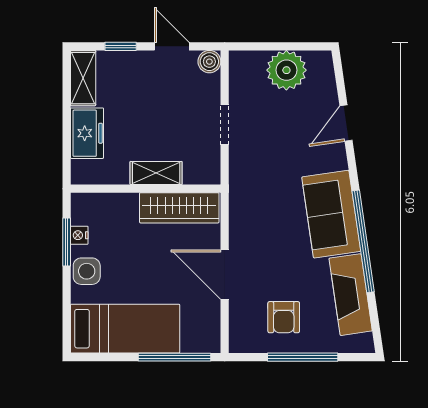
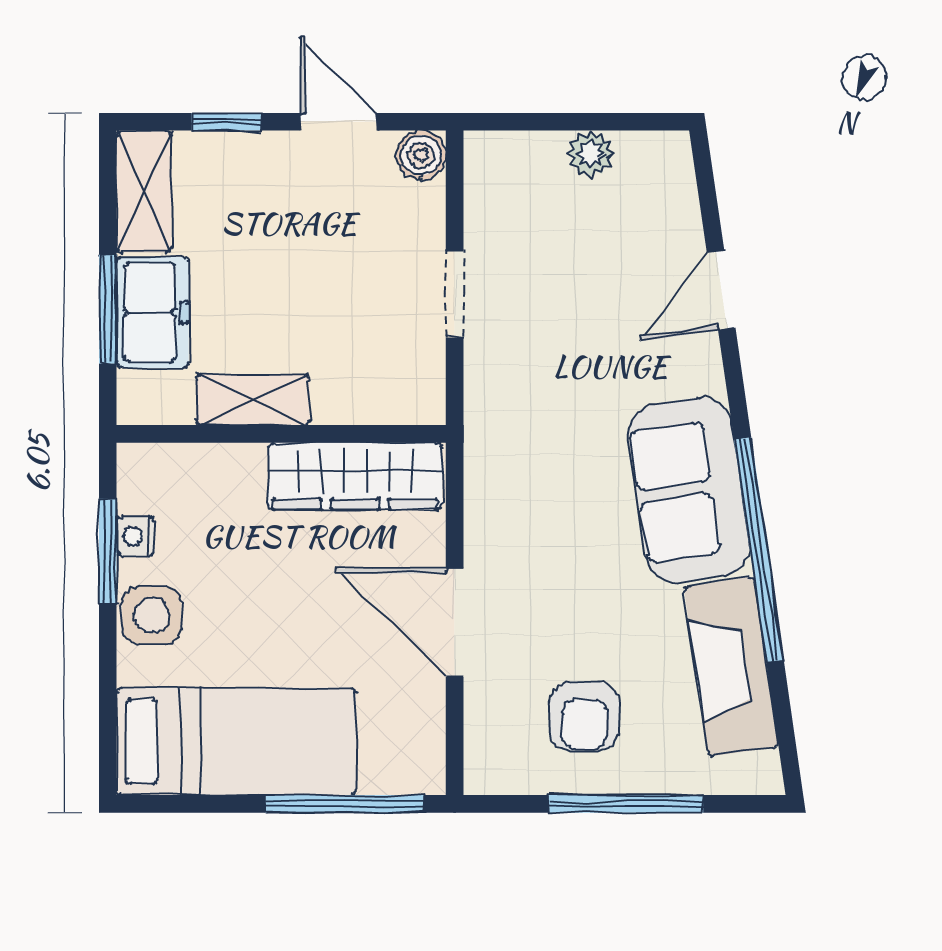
plant: (286, 70) -> (590, 154), width x0.53, depth x0.53
window: (67, 132) -> (108, 309), added
shelving: (156, 173) -> (253, 400), moved

